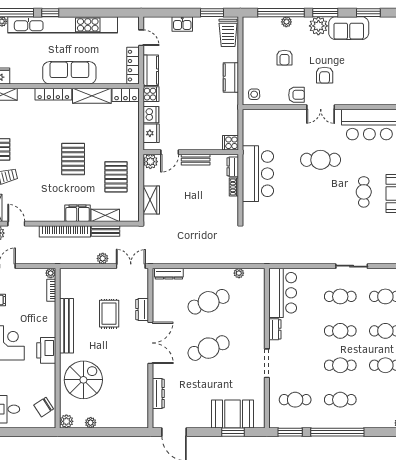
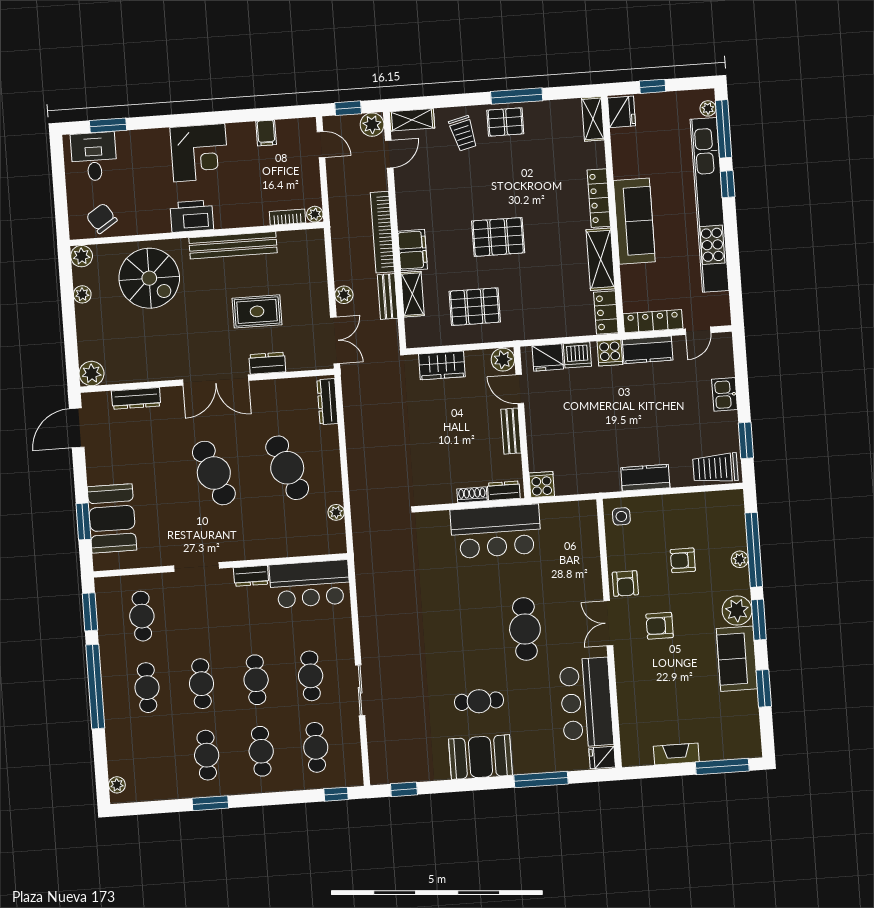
plant: (141, 420) -> (92, 374), added

